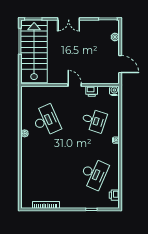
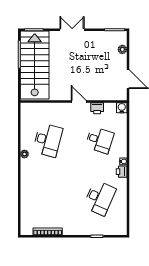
double door: (69, 19) -> (72, 30), swing flipped
desk: (46, 120) -> (48, 140), turned 39
printer: (114, 195) -> (122, 172), moved

